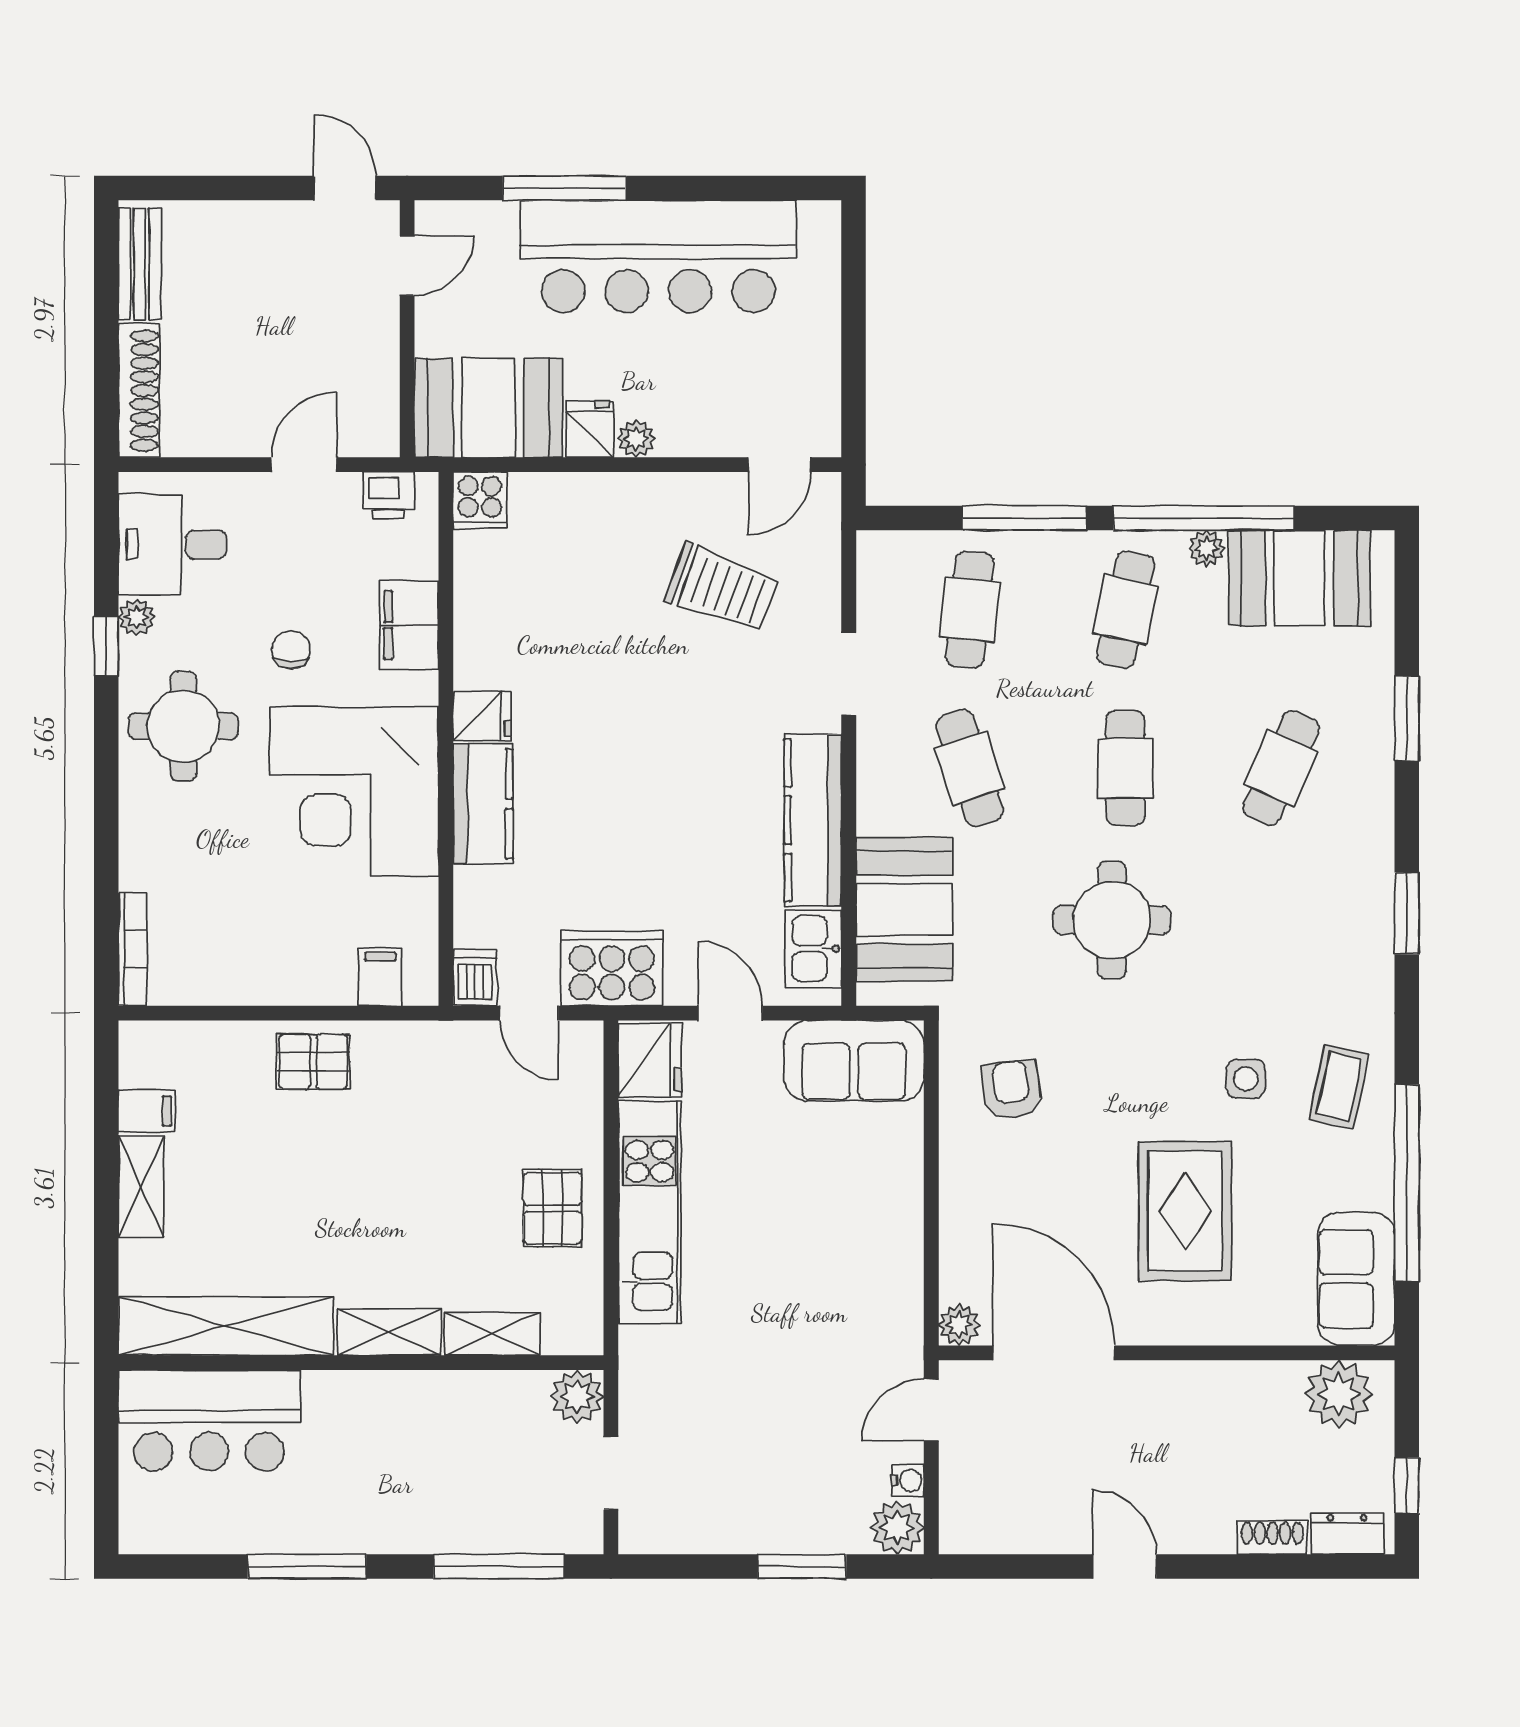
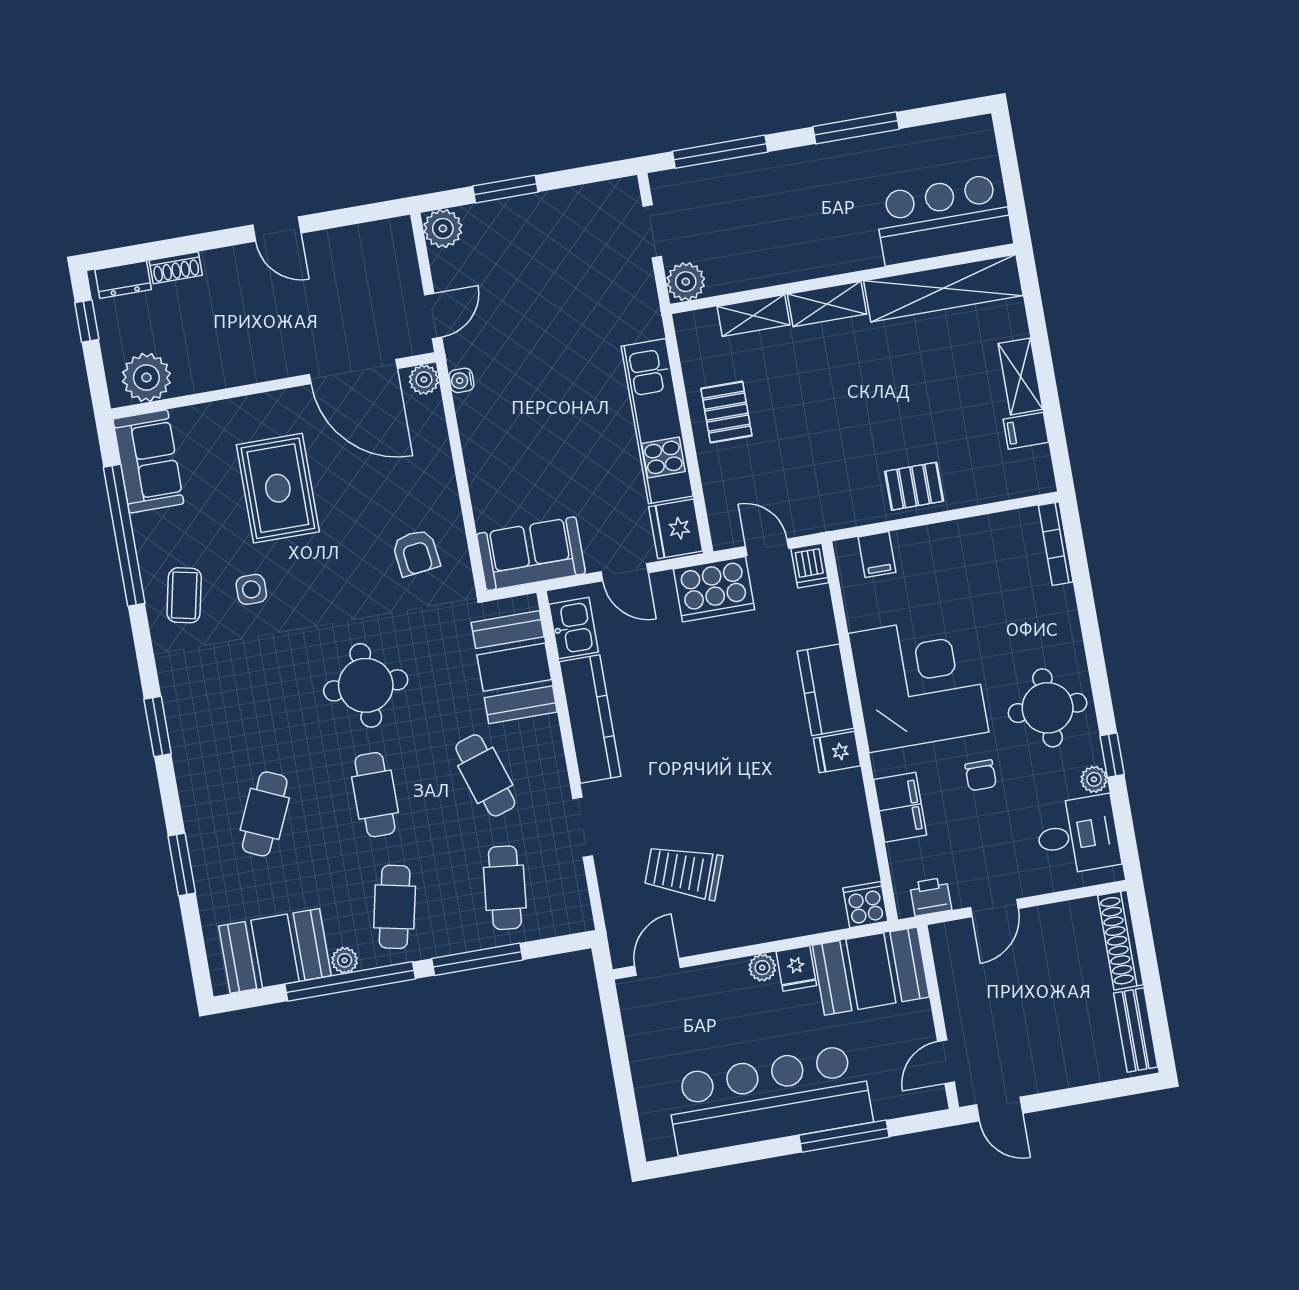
water cooler: (908, 1481) -> (461, 380), moved

